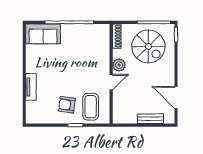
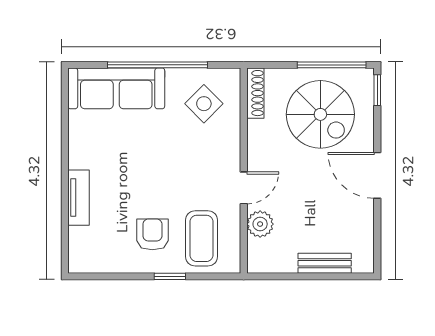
sofa: (43, 34) -> (116, 88), width x1.36
side table: (92, 41) -> (204, 104), added
plant: (119, 65) -> (260, 224), moved
door: (176, 98) -> (377, 175), moved
armchair: (67, 105) -> (152, 234), turned 82

